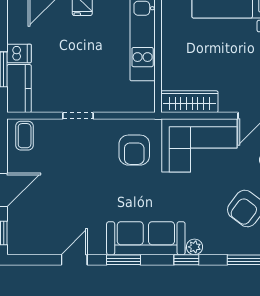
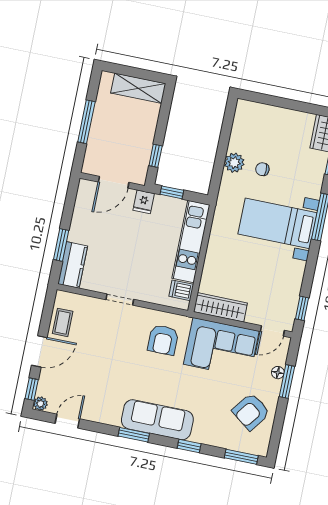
dishwasher: (19, 53) -> (181, 290), moved, turned 180
coffee table: (25, 136) -> (63, 322), moved
plant: (195, 247) -> (40, 404), moved
door: (74, 260) -> (67, 421), moved

